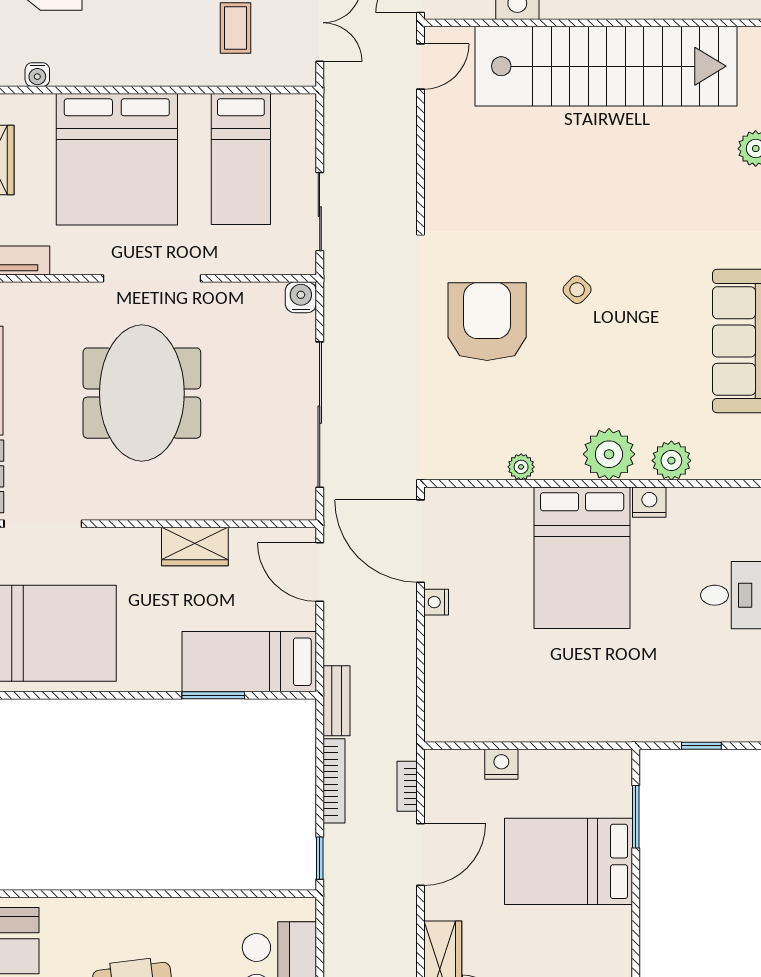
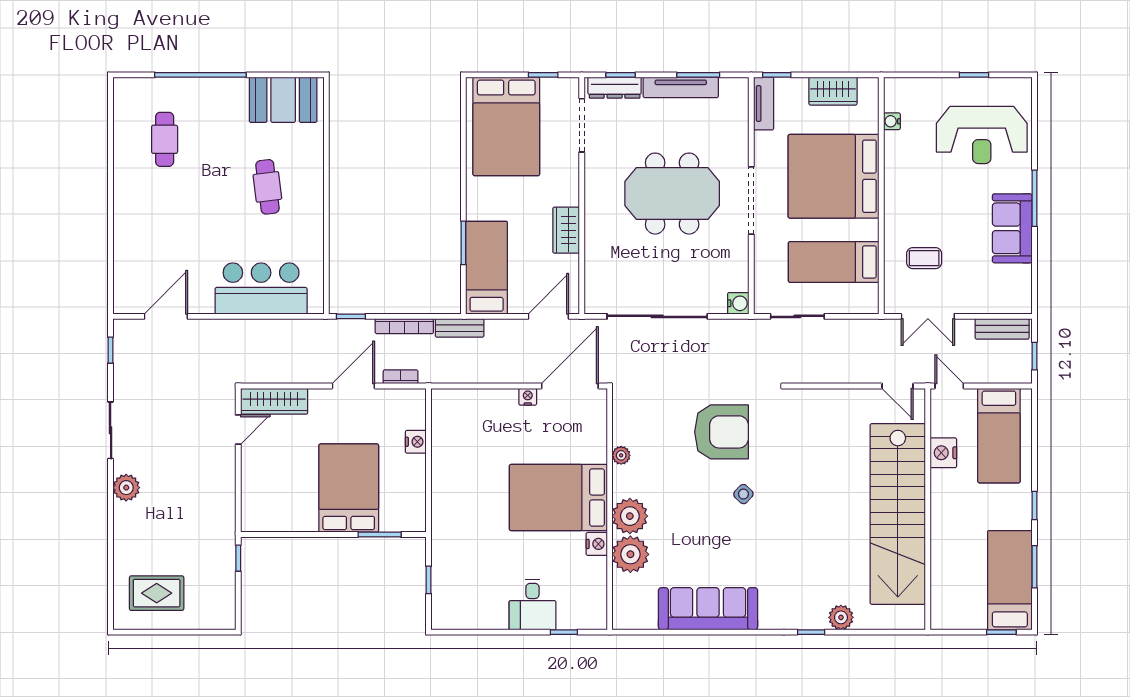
plant: (671, 461) -> (630, 554), width x1.36, depth x1.36
door: (421, 855) -> (353, 386), swing flipped

